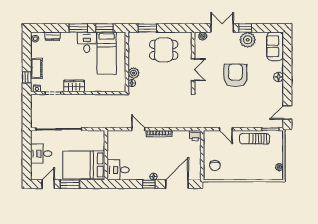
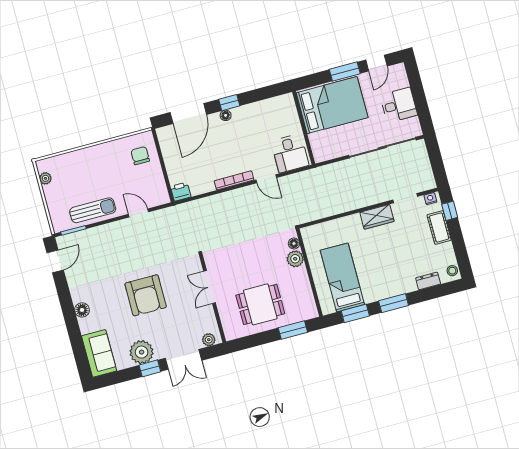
desk: (87, 42) -> (376, 286), removed
desk: (118, 170) -> (290, 153), moved, turned 90

